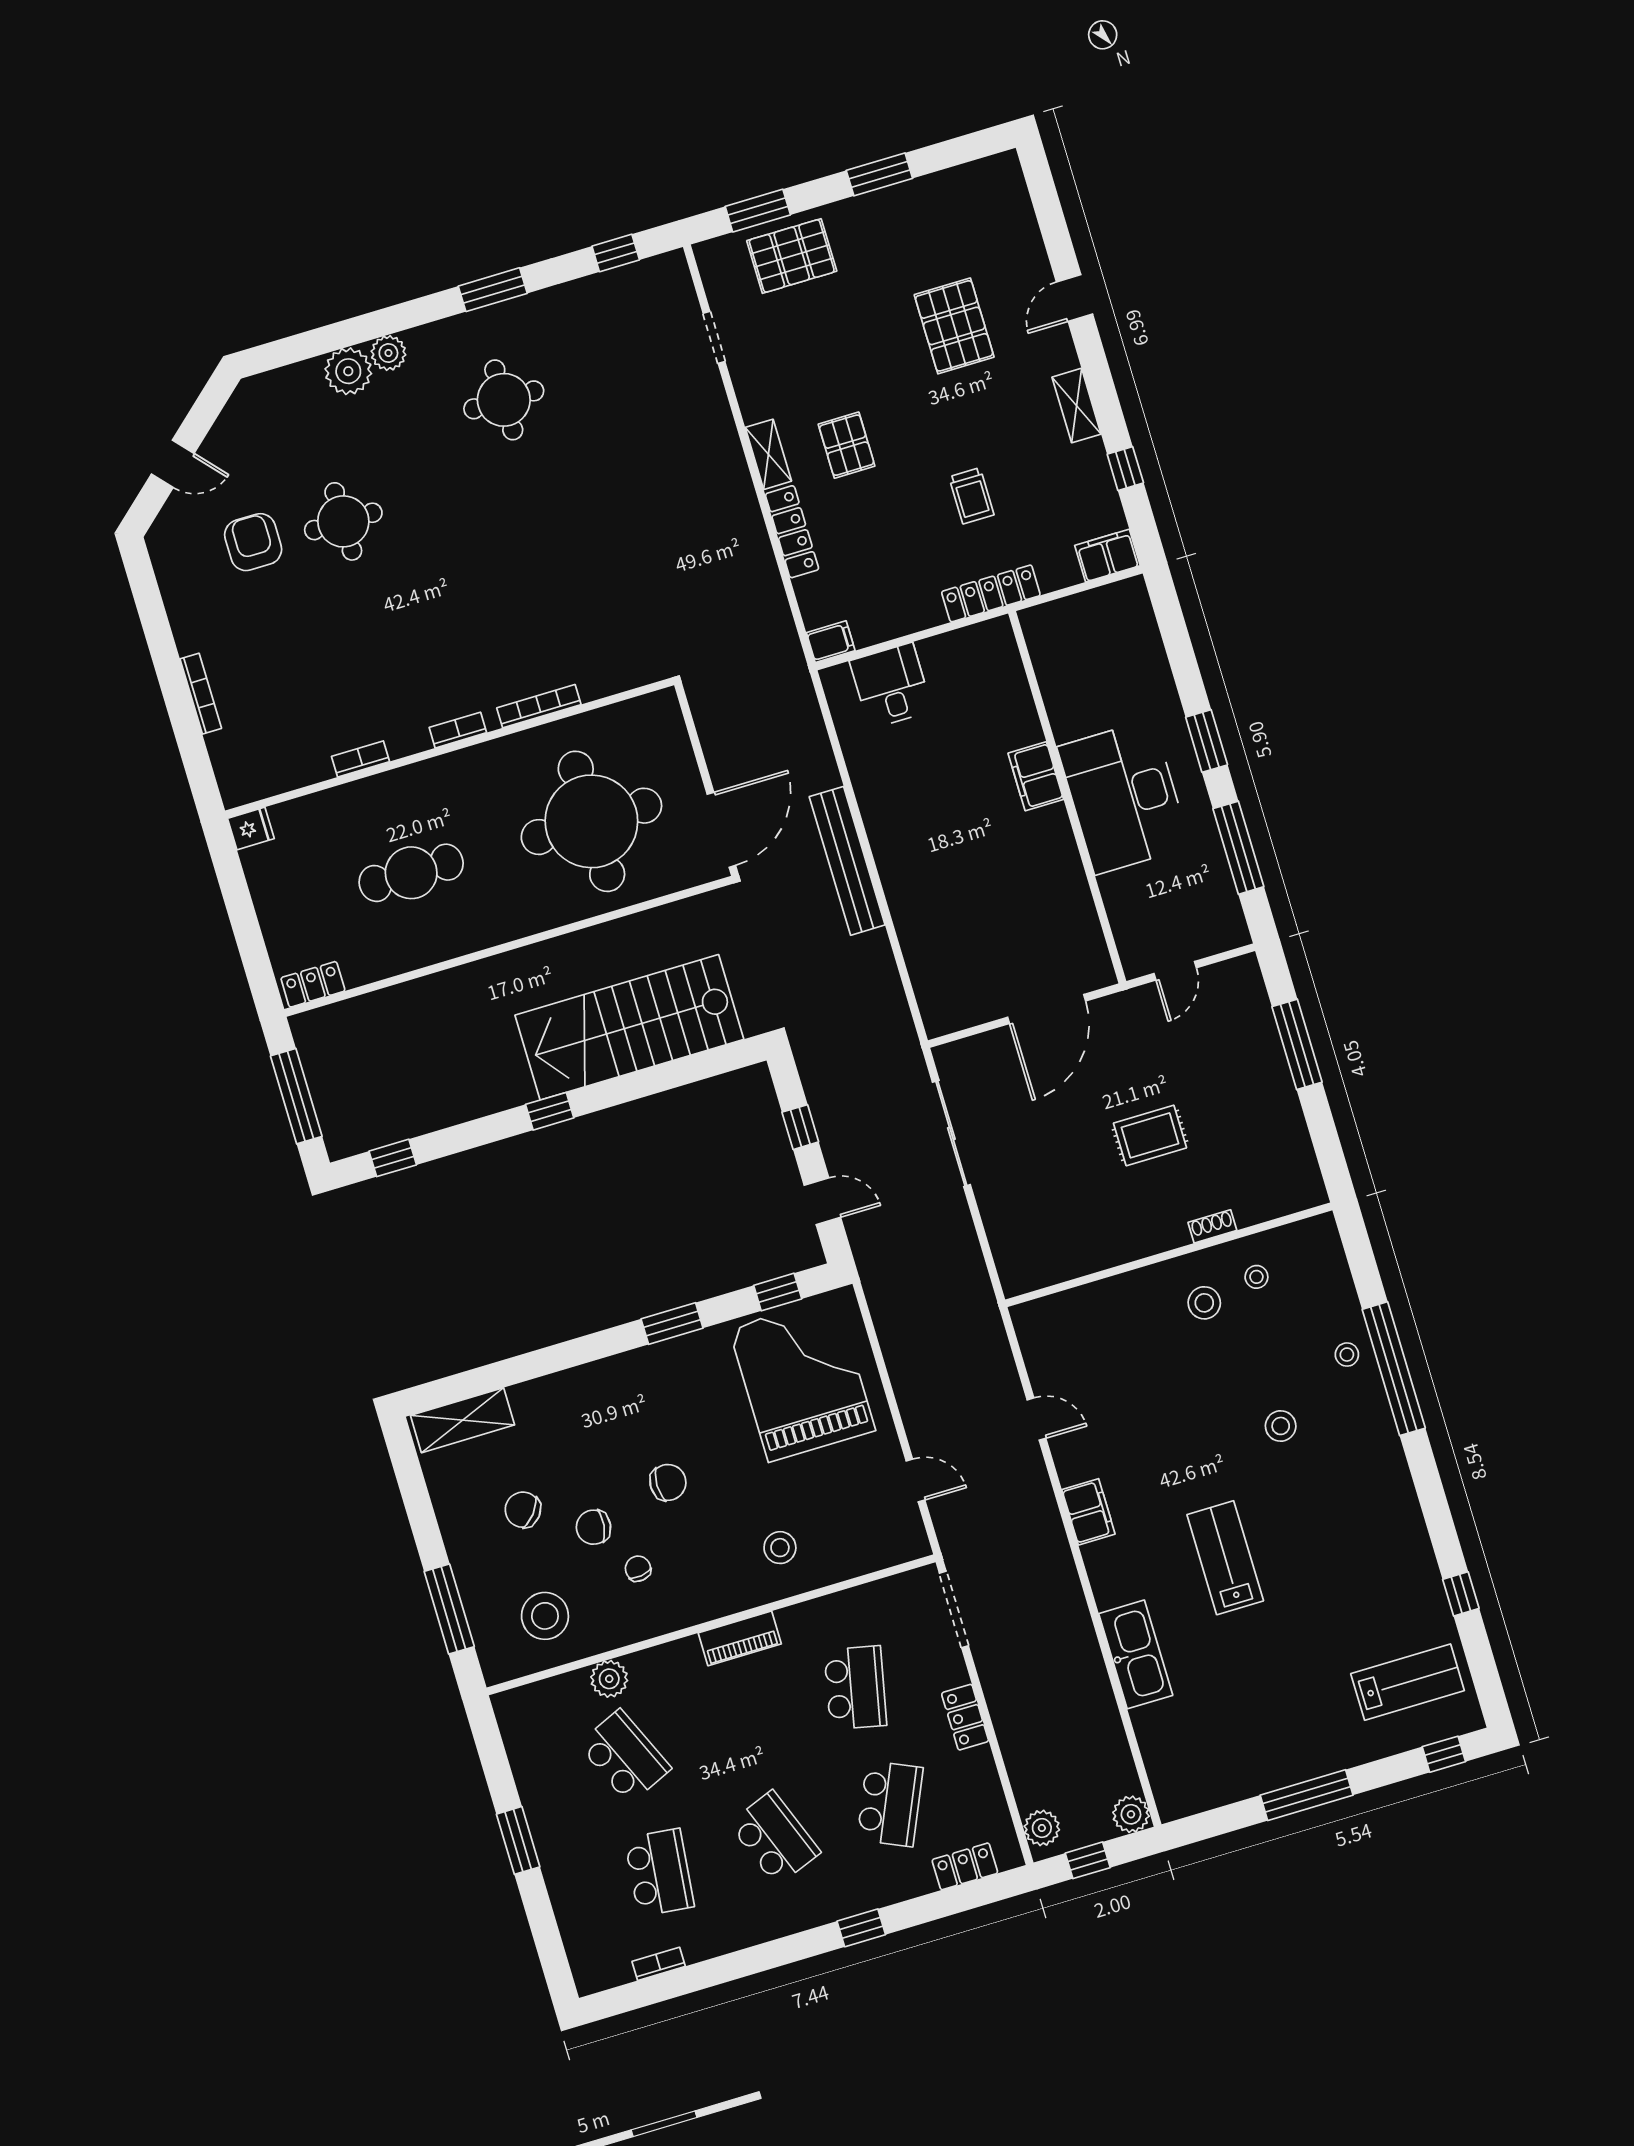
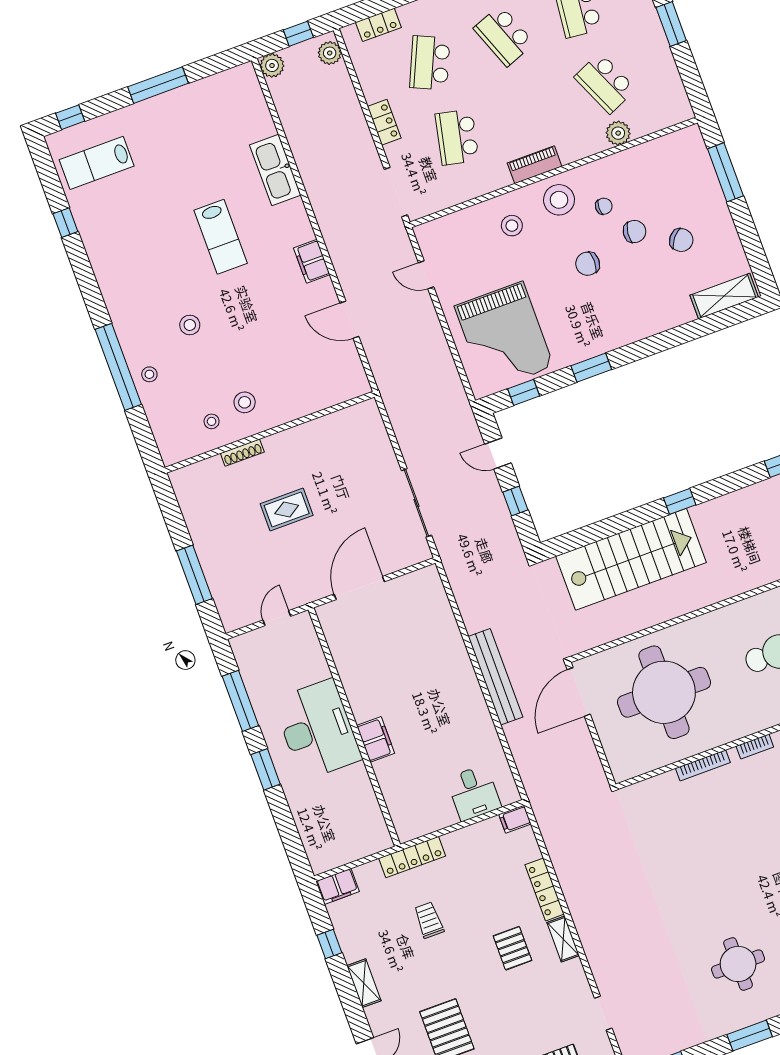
shoe rack: (1212, 1226) -> (242, 453), width x1.43
door: (1037, 1419) -> (349, 320), width x1.38
chair: (638, 1569) -> (604, 206), turned -82
stool: (545, 1616) -> (559, 200), moved

